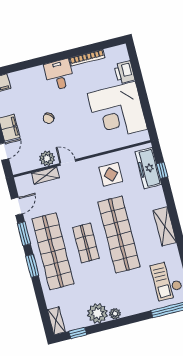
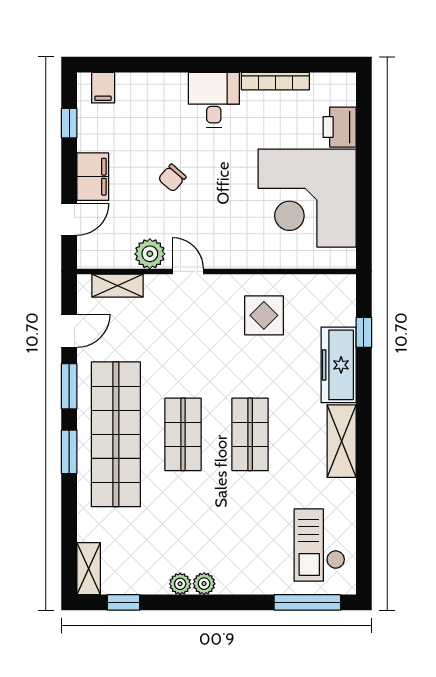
freezer: (148, 168) -> (339, 365), moved
shelving: (45, 175) -> (117, 286), moved
shop shelf: (119, 235) -> (250, 434), width x0.50, depth x0.74
plant: (97, 313) -> (180, 584), width x0.53, depth x0.53

